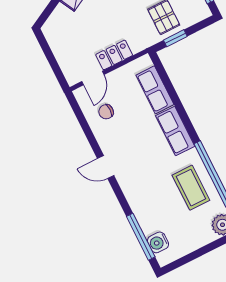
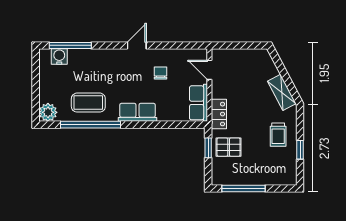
locker: (114, 55) -> (219, 114), moved
row of seats: (155, 90) -> (199, 103), moved, turned -90
chair: (106, 112) -> (161, 73), moved

